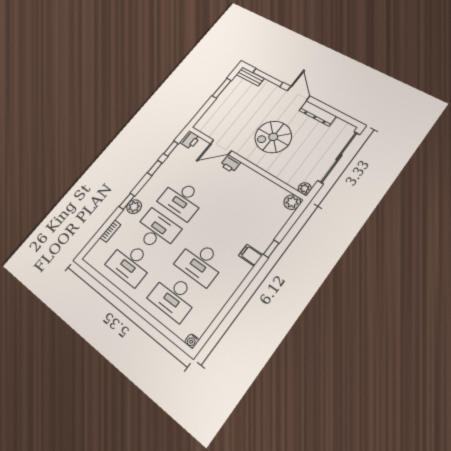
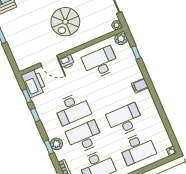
printer: (190, 140) -> (34, 83), width x1.87, depth x1.48
door: (221, 147) -> (49, 61), hinge flipped
desk: (251, 197) -> (101, 63), added
window: (271, 249) -> (136, 52), moved
desk: (200, 262) -> (125, 120), turned 180

